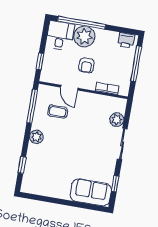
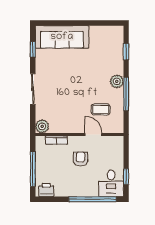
plant: (84, 36) -> (87, 187), removed
window: (40, 61) -> (126, 177), moved
window: (32, 106) -> (126, 94), moved
plant: (117, 120) -> (42, 126), moved
sofa: (91, 192) -> (62, 37), width x1.36

